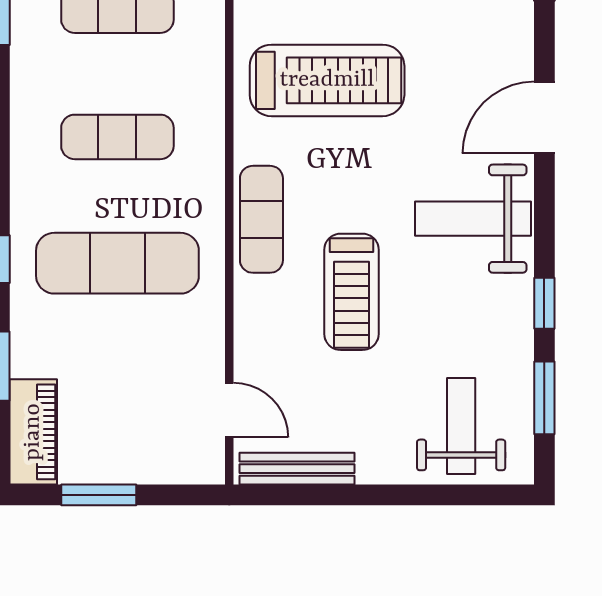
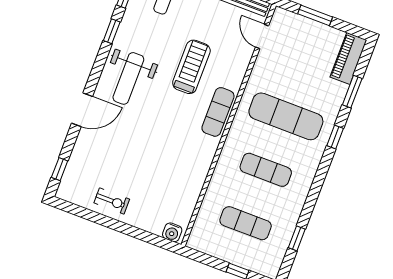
treadmill: (327, 80) -> (168, 160), removed
weight bench: (473, 219) -> (128, 78), turned 90
window: (99, 495) -> (315, 15), moved

